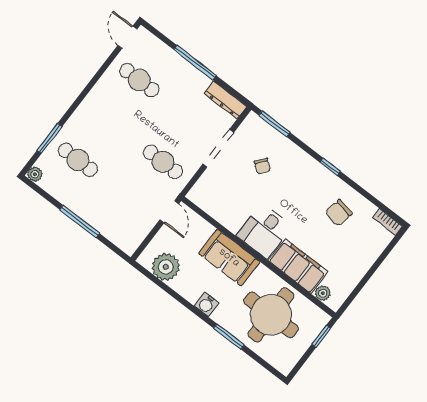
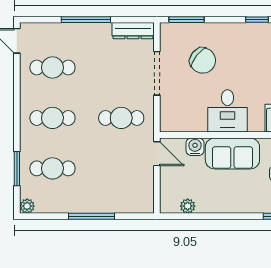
cafe table: (109, 120) -> (52, 118), added
chair: (262, 166) -> (203, 61), width x1.87, depth x1.87
desk: (264, 231) -> (228, 111), moved
plant: (166, 267) -> (188, 206), width x0.53, depth x0.53
water cooler: (206, 304) -> (195, 147), moved, turned 180

